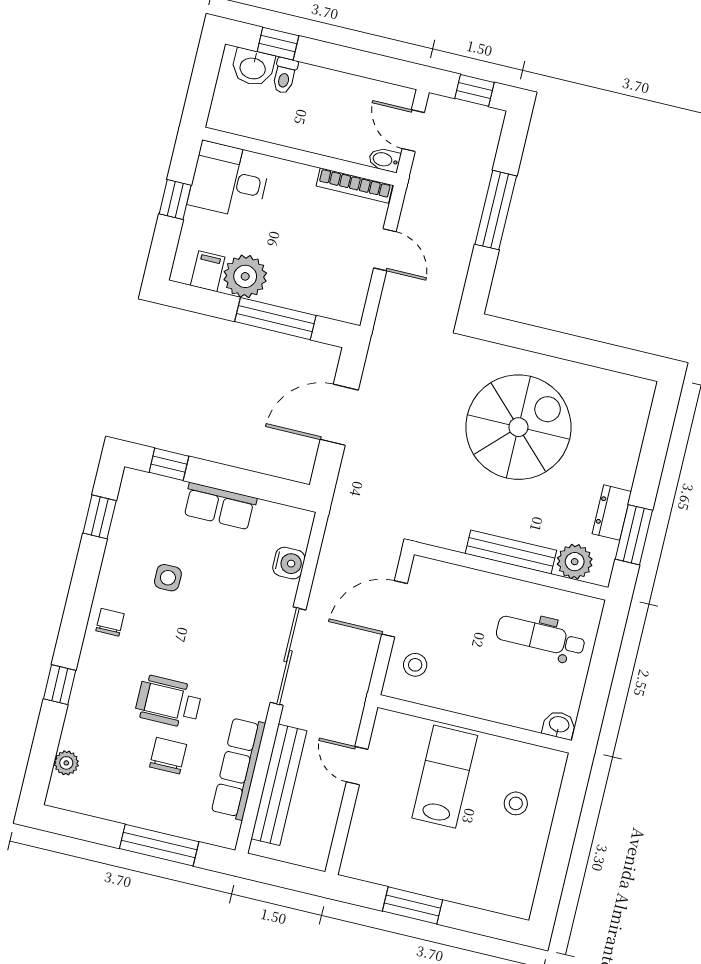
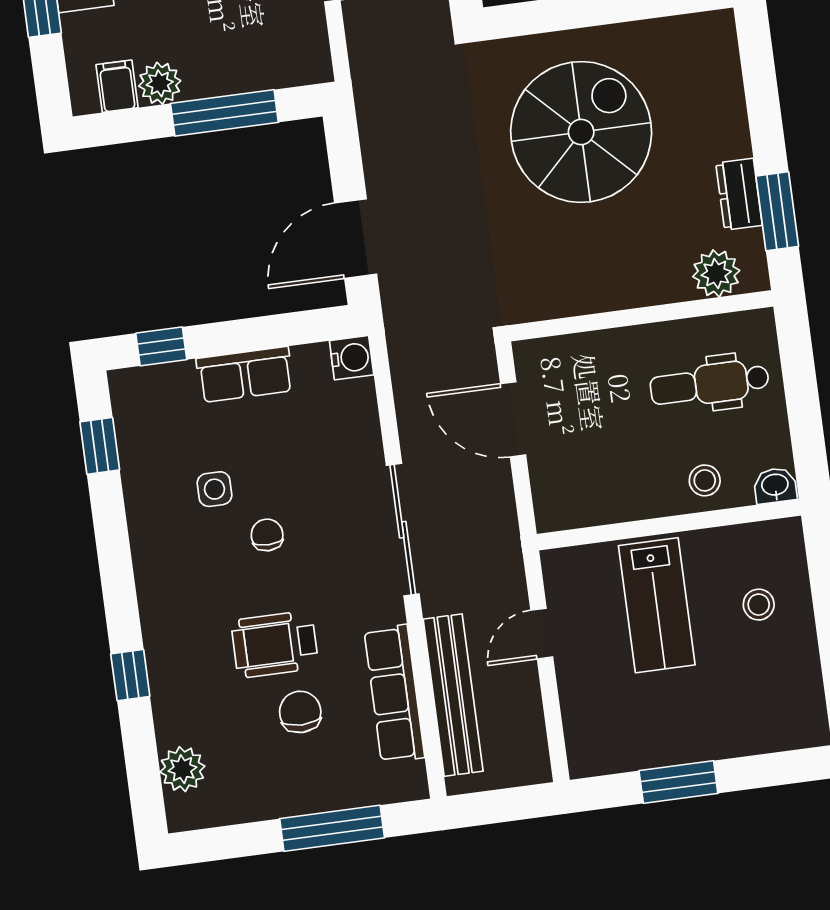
plant: (245, 276) -> (160, 83), width x0.73, depth x0.73
door: (339, 415) -> (356, 239), moved
bench: (511, 552) -> (632, 292), removed
water cooler: (289, 563) -> (352, 358), moved
door: (394, 609) -> (513, 419), hinge flipped
chair: (110, 622) -> (267, 535), moved
stool: (415, 665) -> (705, 480), moved
plant: (66, 763) -> (182, 769), width x1.38, depth x1.38
door: (357, 766) -> (542, 634), hinge flipped
lab bench: (445, 777) -> (657, 605), turned 180

